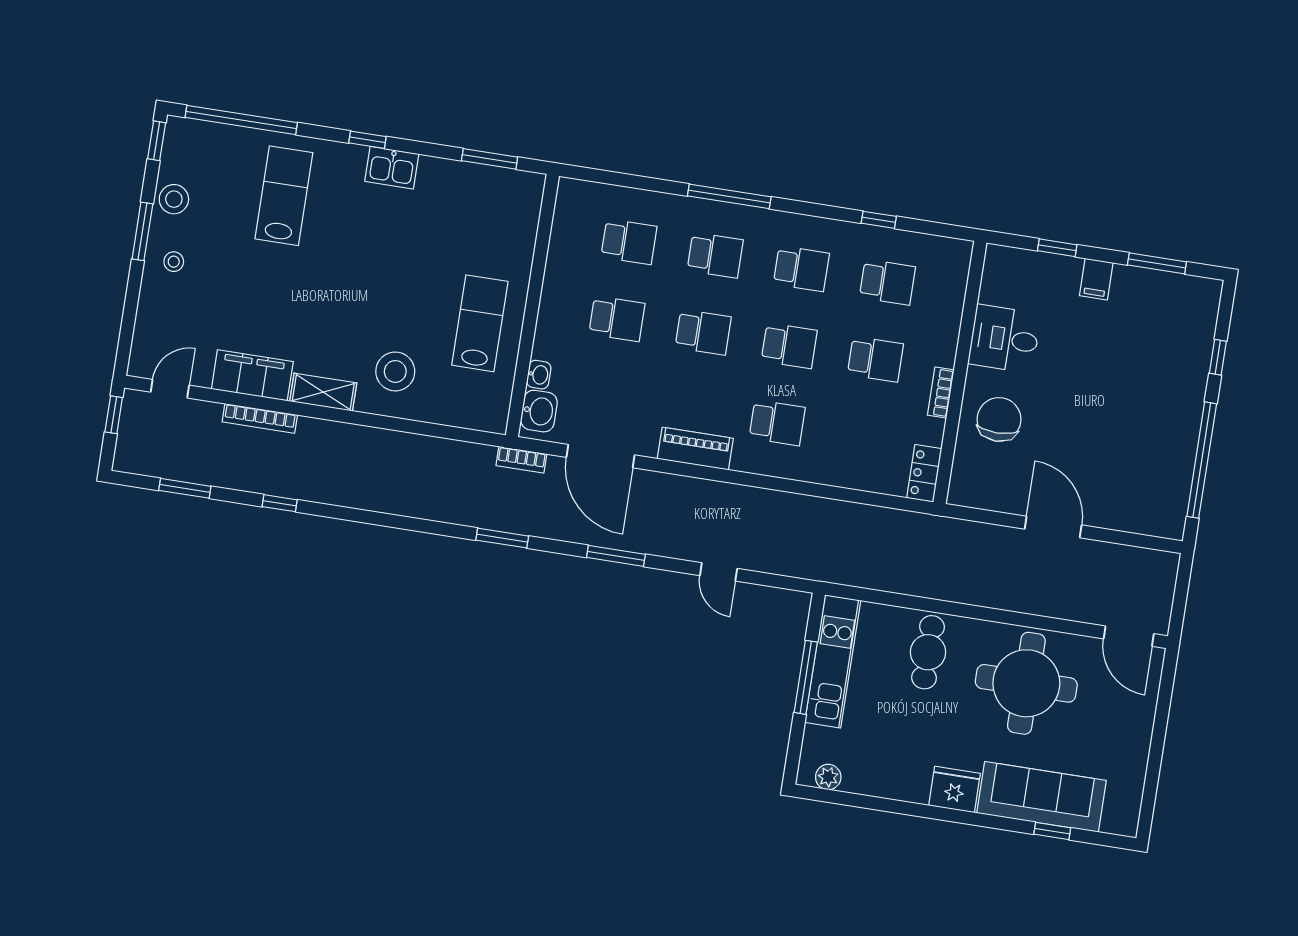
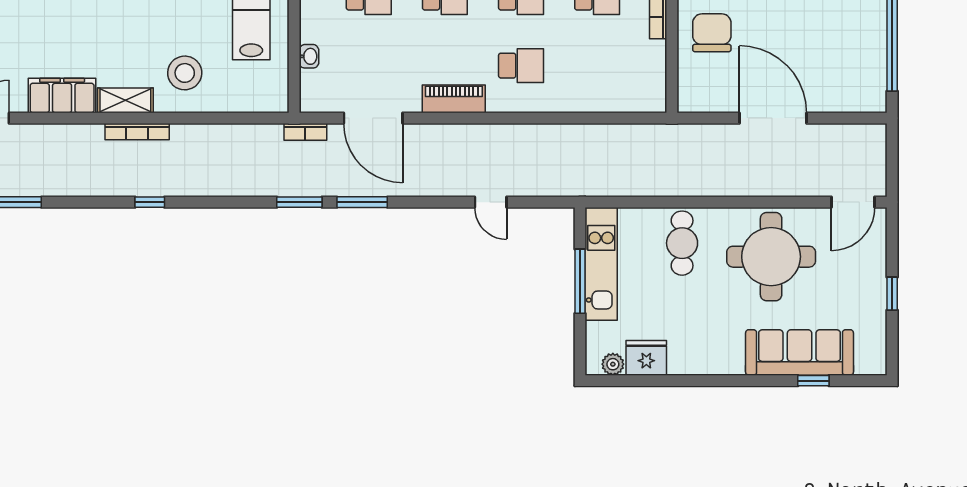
washbasin: (539, 411) -> (314, 88), removed
bookcase: (260, 418) -> (137, 132), moved
locker: (924, 473) -> (655, 89), removed
window: (280, 503) -> (150, 202), moved
door: (1053, 527) -> (773, 118), width x1.36
window: (616, 556) -> (362, 202), moved
door: (1129, 636) -> (853, 202), hinge flipped
window: (1157, 747) -> (892, 294), added
fridge: (954, 789) -> (646, 358), moved

